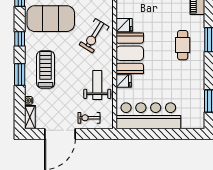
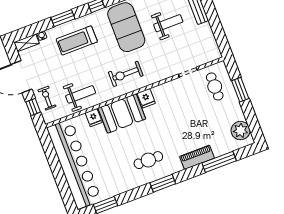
exercise bike: (94, 36) -> (126, 74), turned -32
treadmill: (46, 70) -> (77, 40), turned 180
bar counter: (148, 116) -> (74, 164), width x1.36
window: (92, 134) -> (33, 107), added

